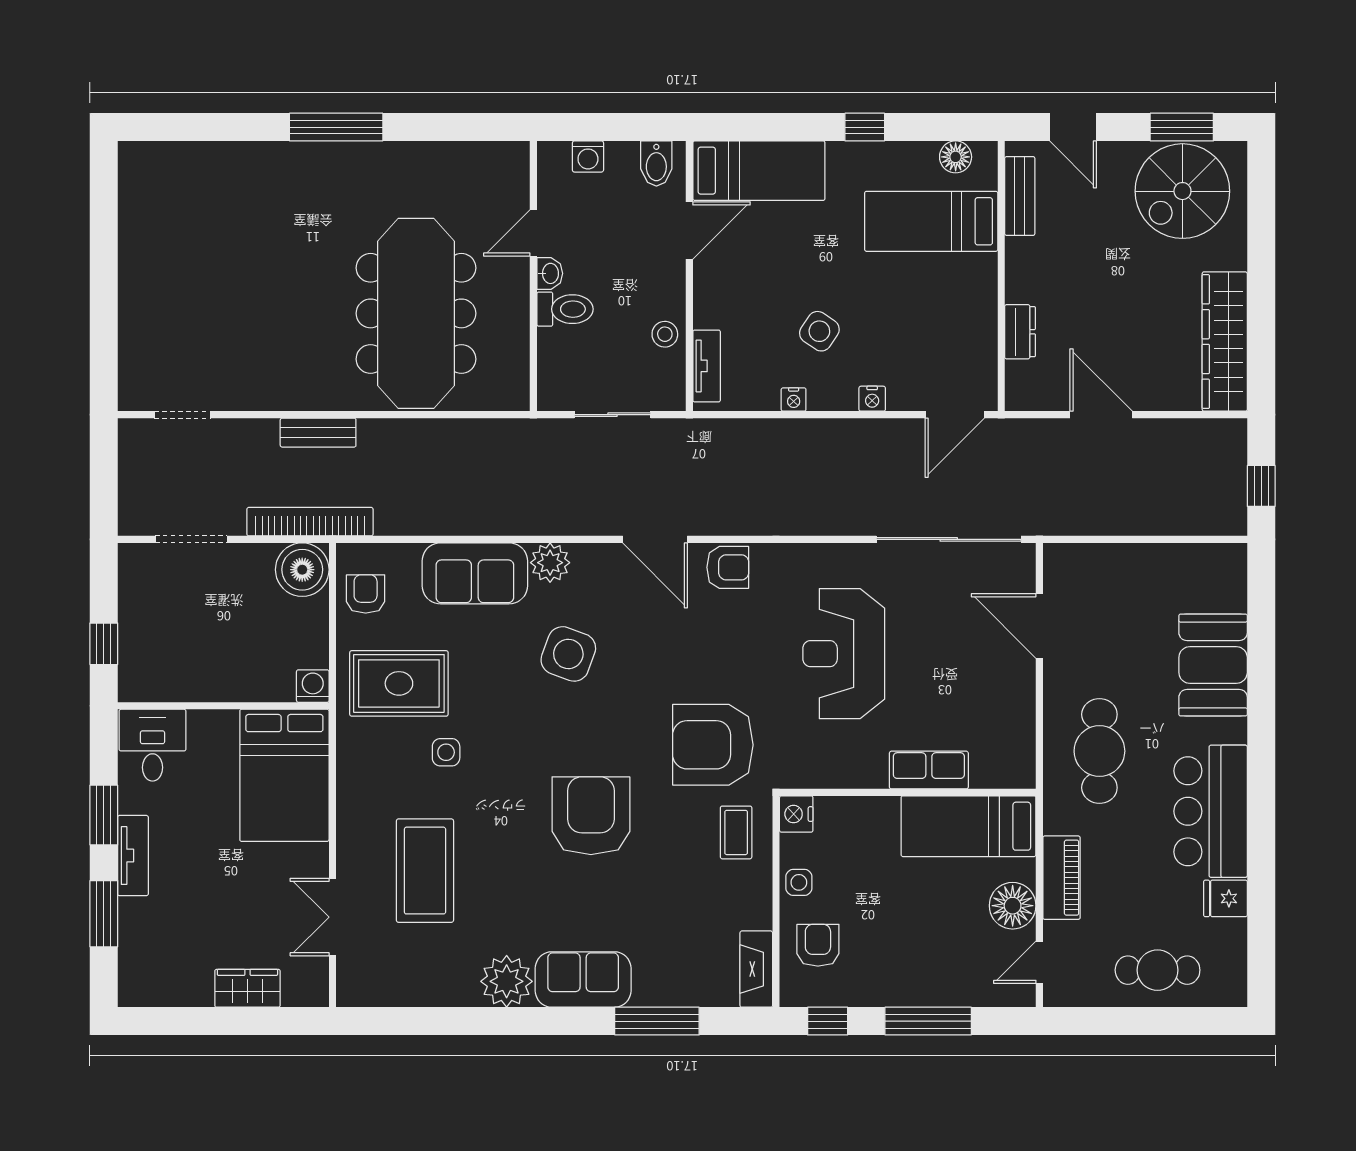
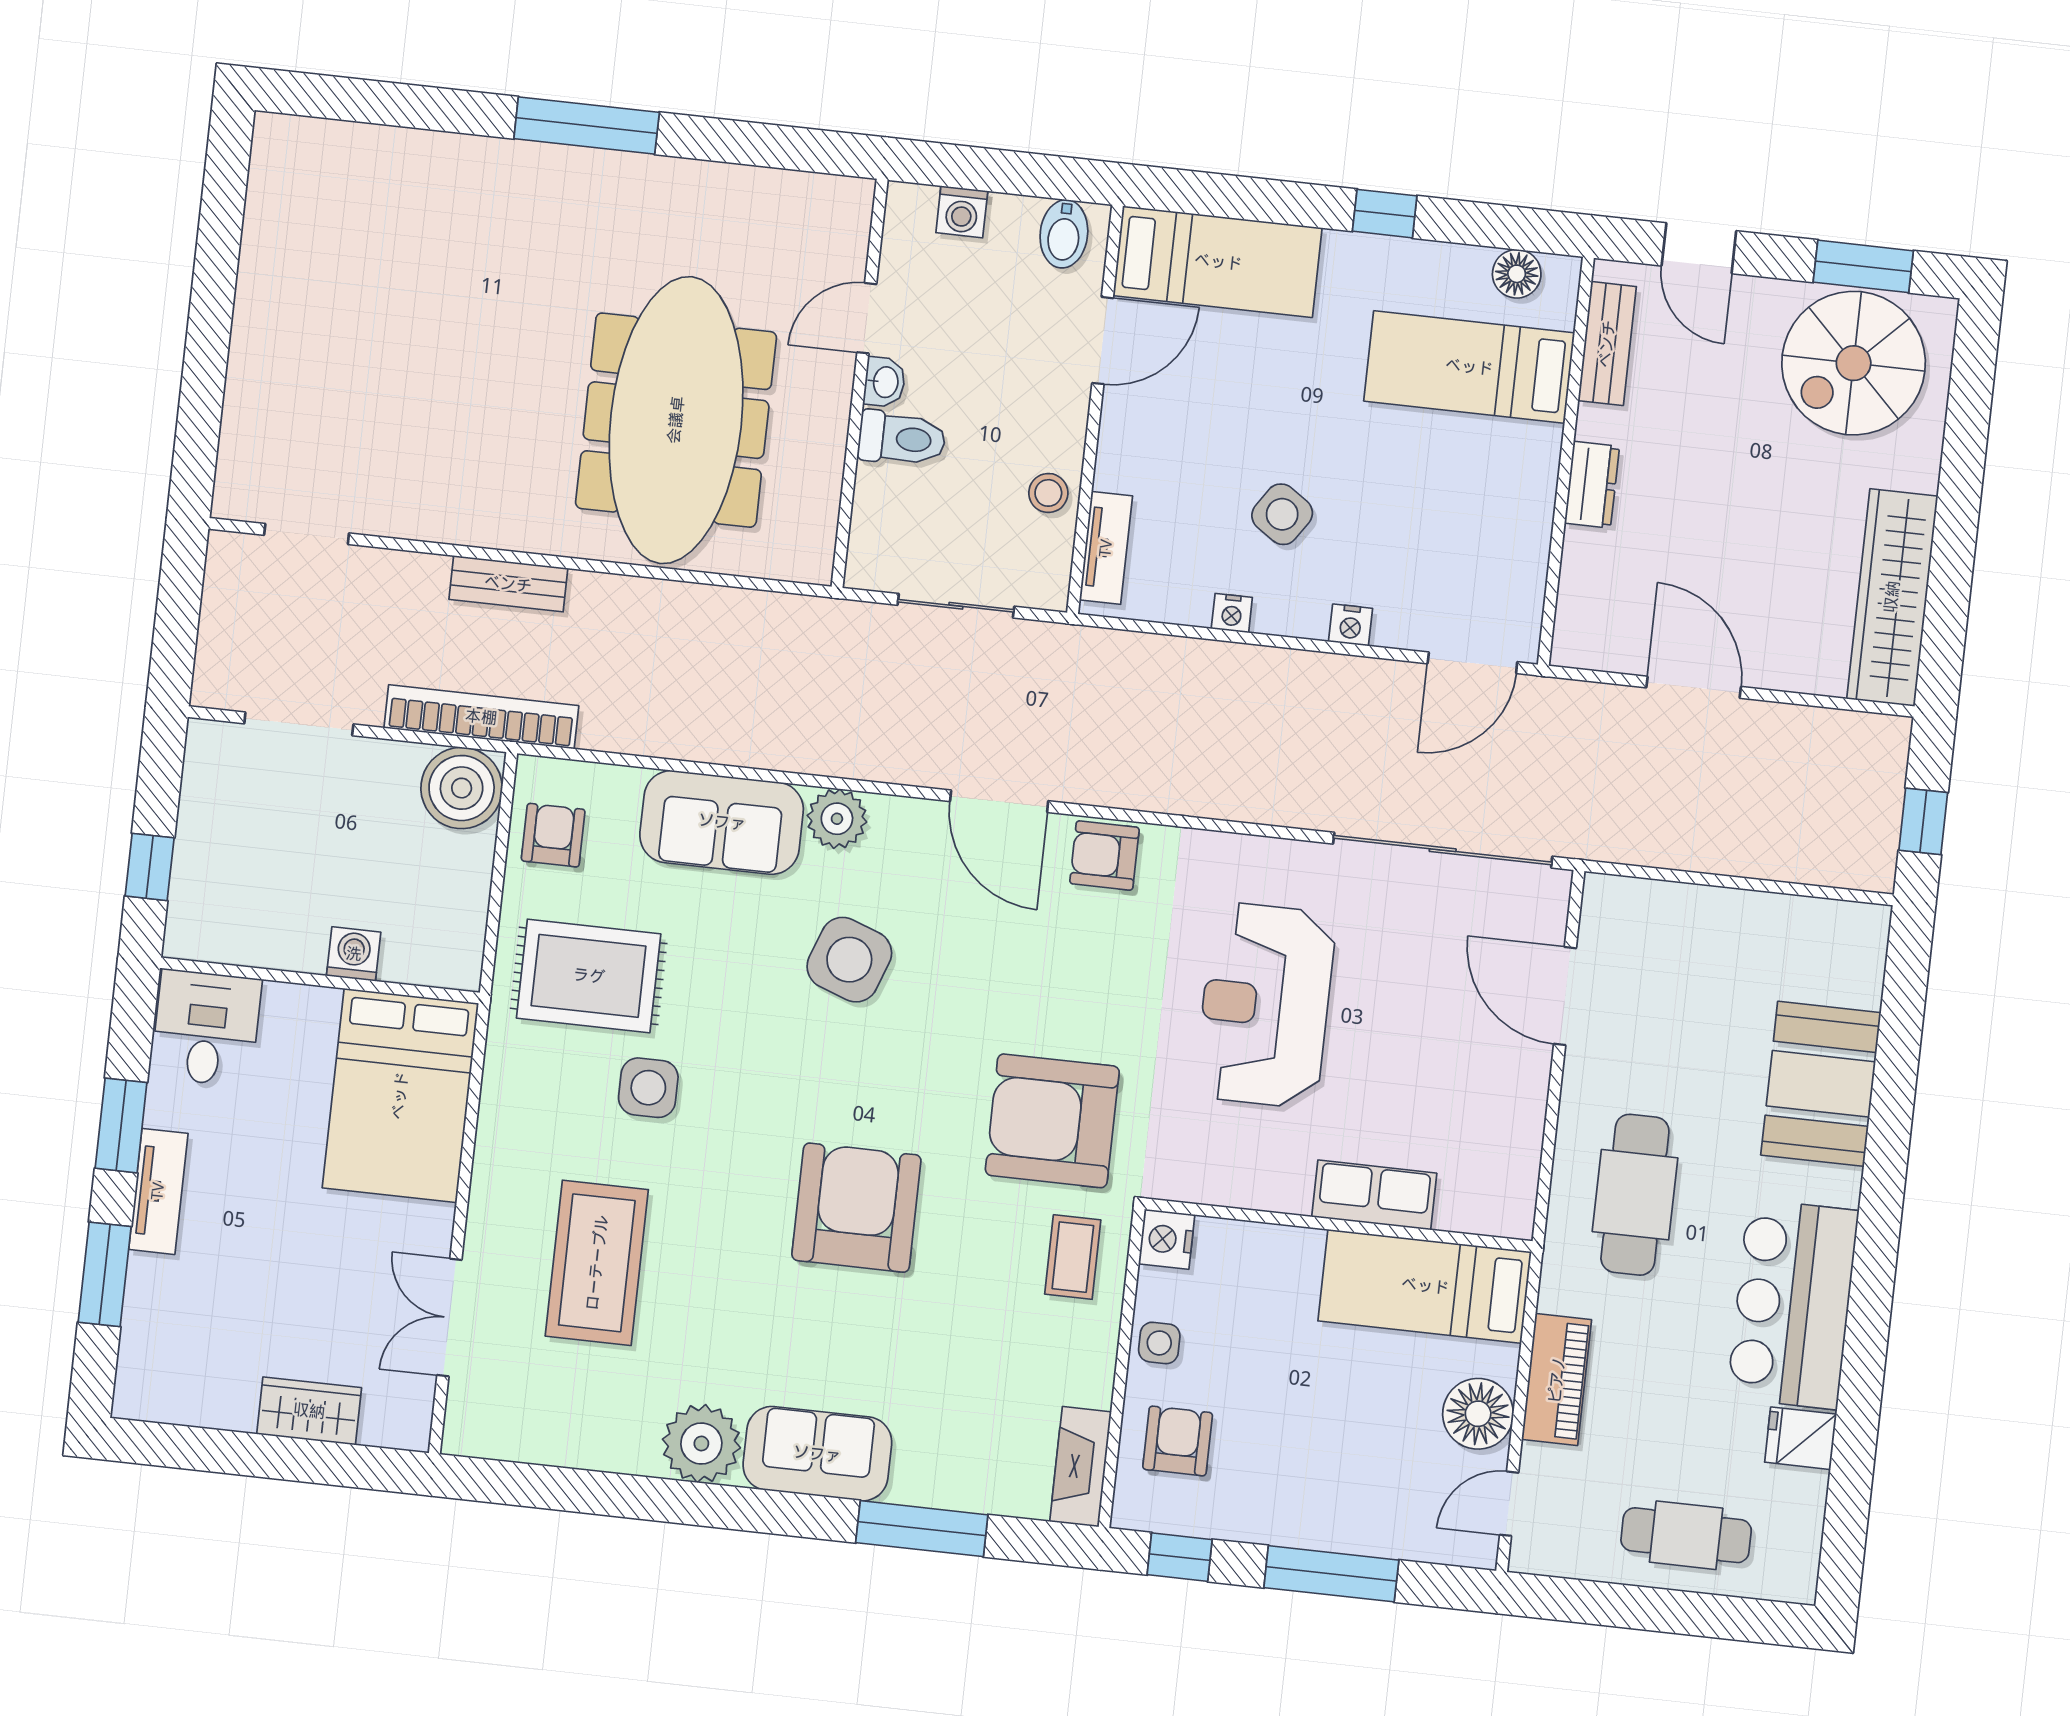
dresser: (1020, 332) -> (1592, 485), moved
armchair: (728, 567) -> (1105, 856), turned 180
washing machine: (313, 686) -> (354, 954), moved
side table: (446, 752) -> (648, 1088), width x1.37, depth x1.37

